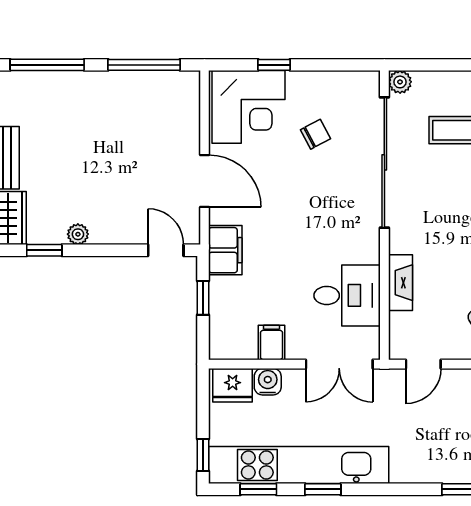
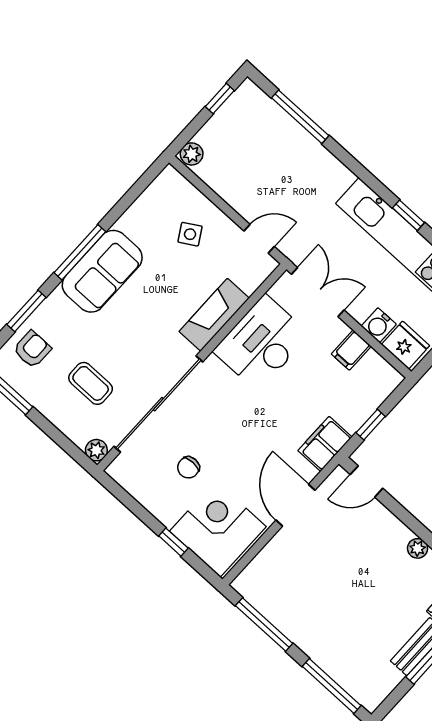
chair: (315, 134) -> (188, 467), turned -62
door: (166, 250) -> (367, 481), hinge flipped
fireplace: (401, 283) -> (214, 315), width x1.37, depth x1.32
desk: (347, 295) -> (261, 343), width x1.37

